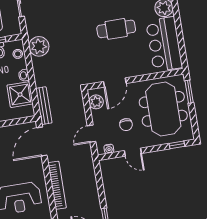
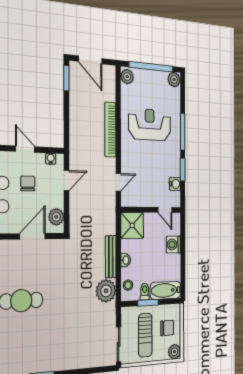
shower: (20, 95) -> (132, 225), moved
bench: (44, 106) -> (111, 257), moved
door: (42, 141) -> (118, 182), width x0.53

